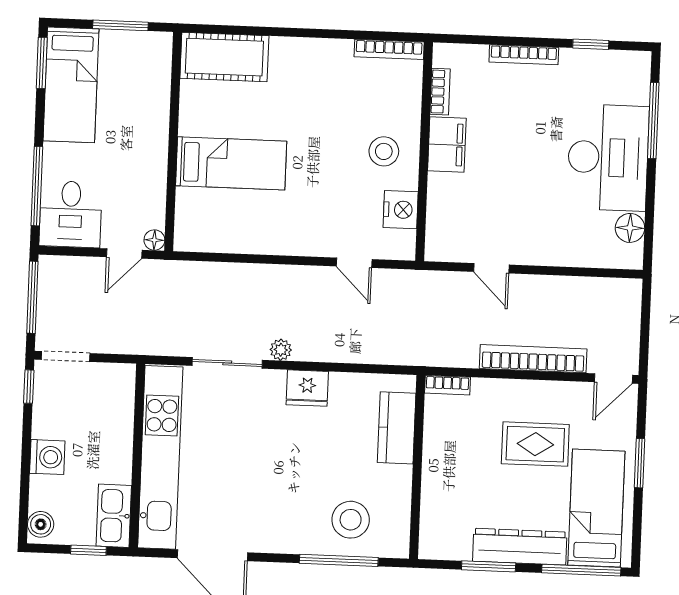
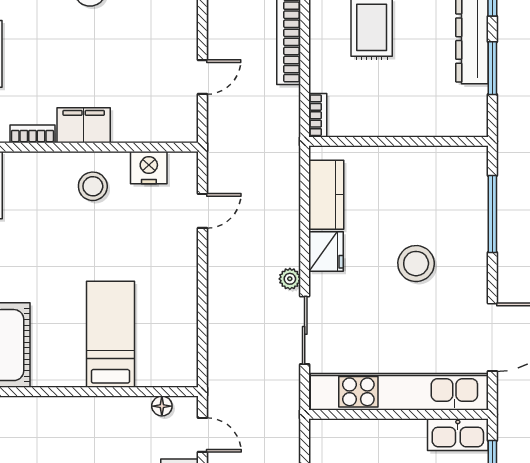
floor lamp: (154, 240) -> (162, 406), moved
kitchen counter: (397, 428) -> (326, 195), moved, turned -90
stool: (351, 520) -> (416, 264), moved

